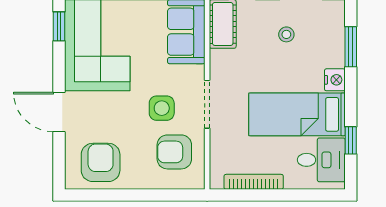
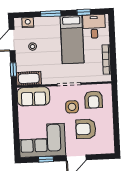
window: (59, 26) -> (46, 159), moved
window: (351, 47) -> (51, 14), moved
nightstand: (335, 80) -> (28, 23), moved
armchair: (101, 162) -> (86, 129), moved

